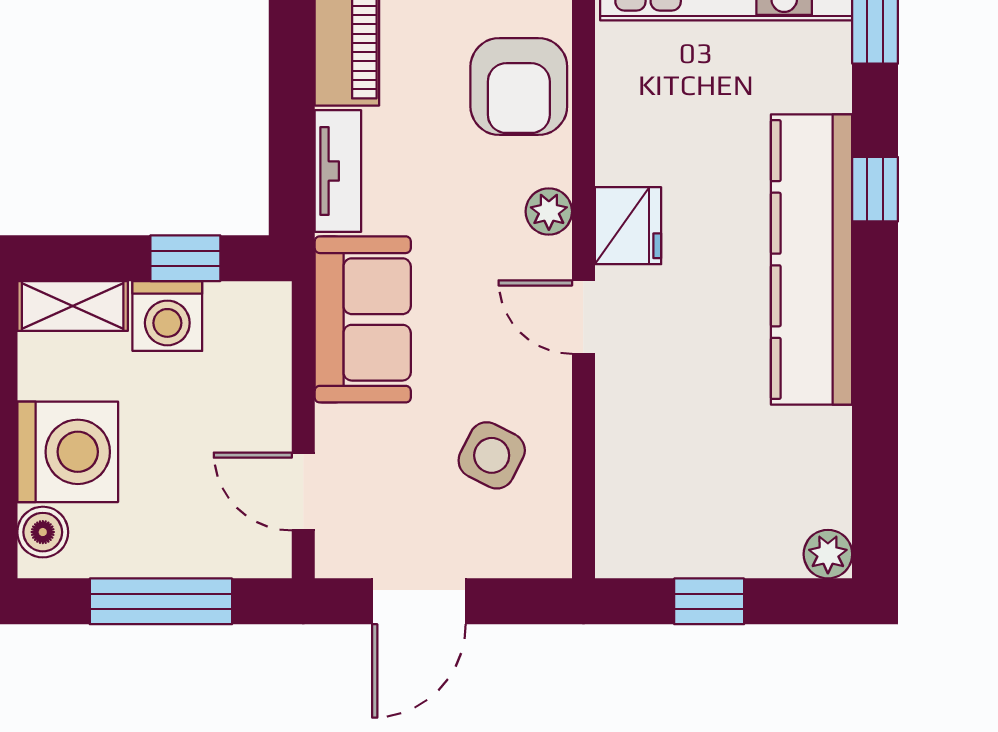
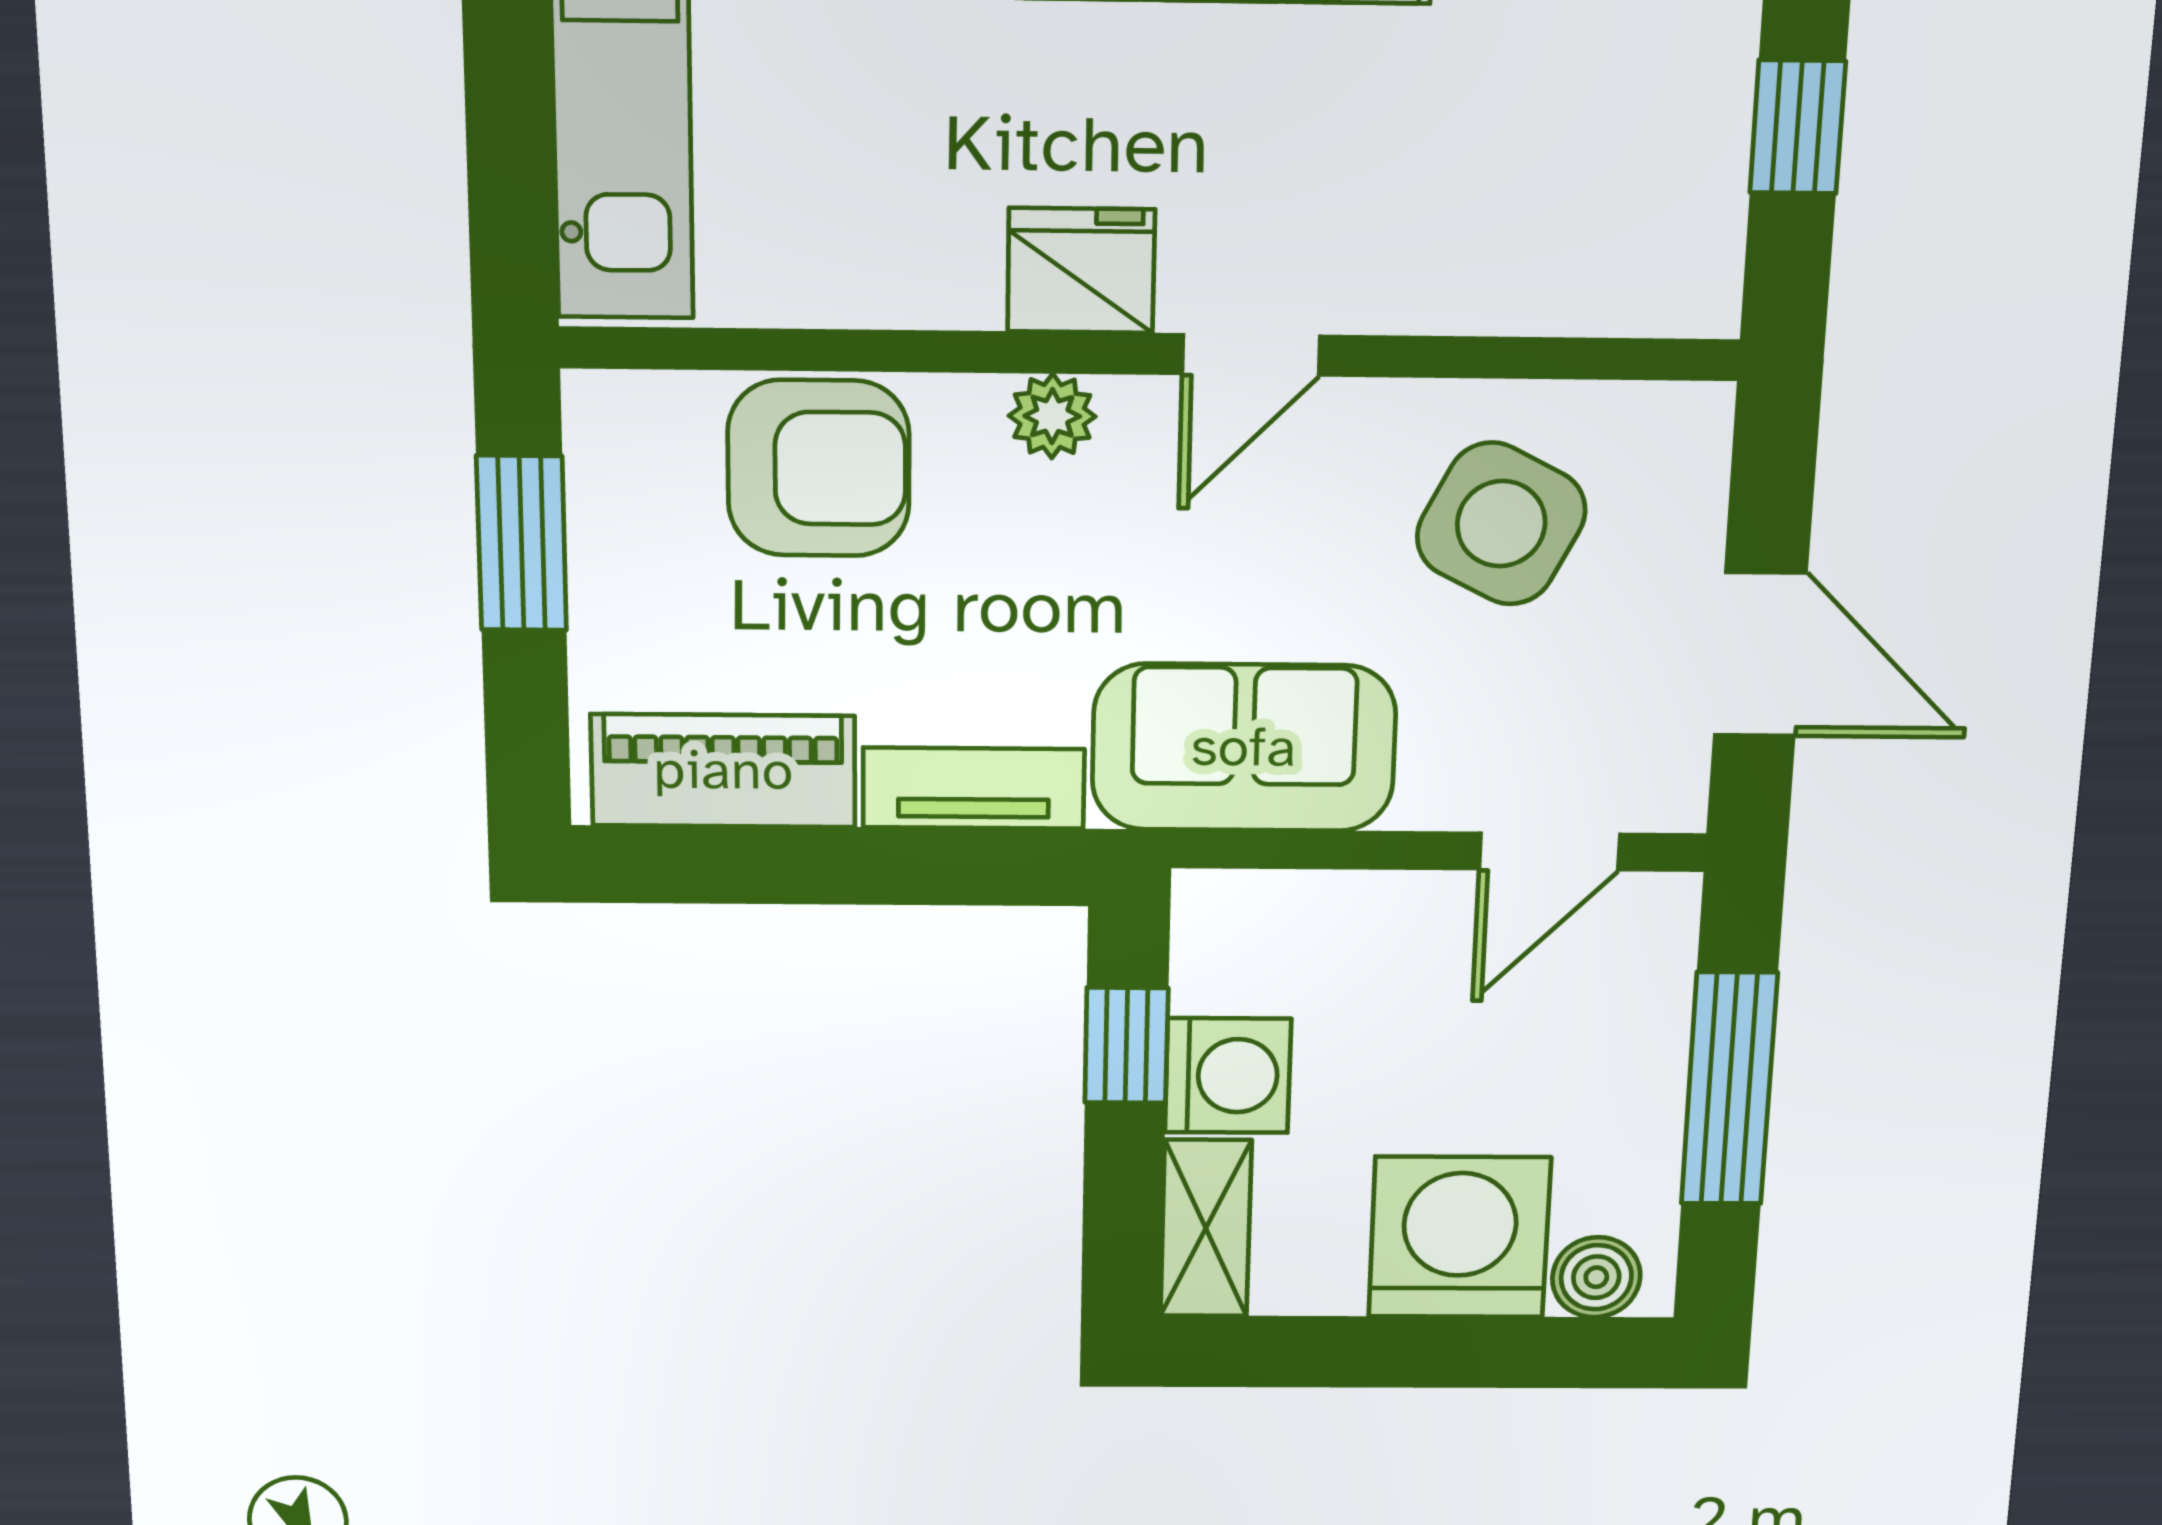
side table: (492, 455) -> (1501, 524), width x1.37, depth x1.37

